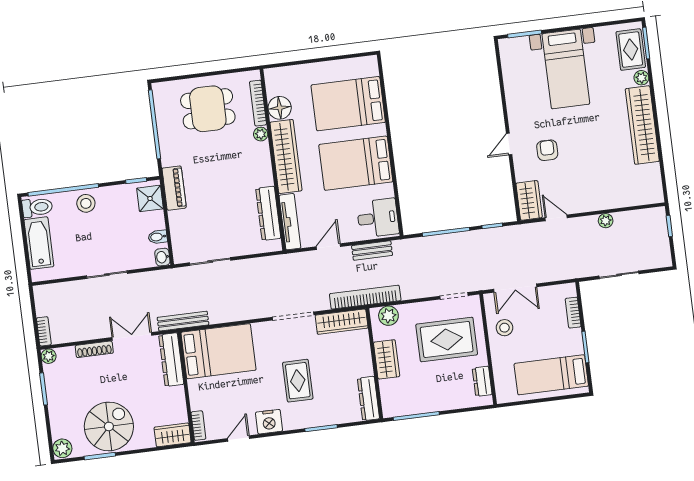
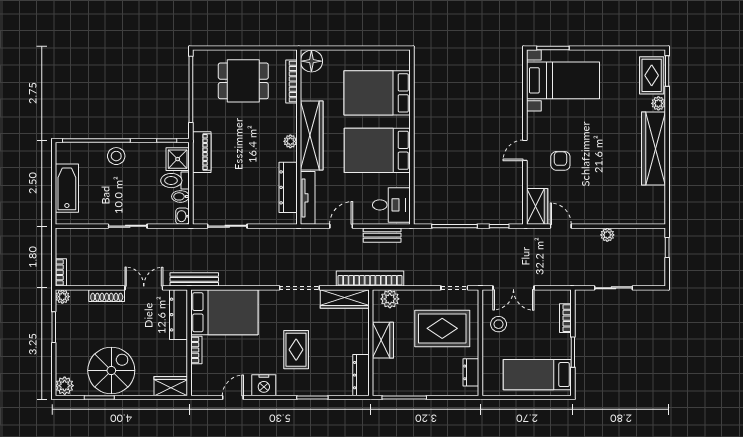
bed with nightstands: (566, 69) -> (563, 80), moved, turned -90
floor lamp: (280, 108) -> (311, 61), moved
plant: (261, 134) -> (290, 141), moved
toilet: (37, 207) -> (175, 181), moved, turned 180
bookcase: (198, 426) -> (196, 350), moved

